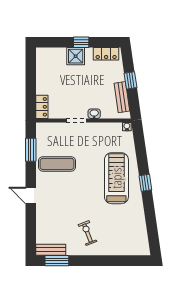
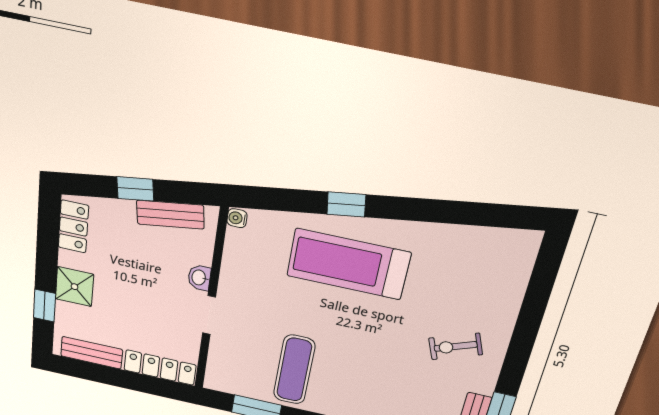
window: (81, 42) -> (44, 306), moved
bench: (42, 67) -> (92, 353), added
locker: (42, 107) -> (160, 368), width x1.53
window: (145, 183) -> (346, 204), moved

